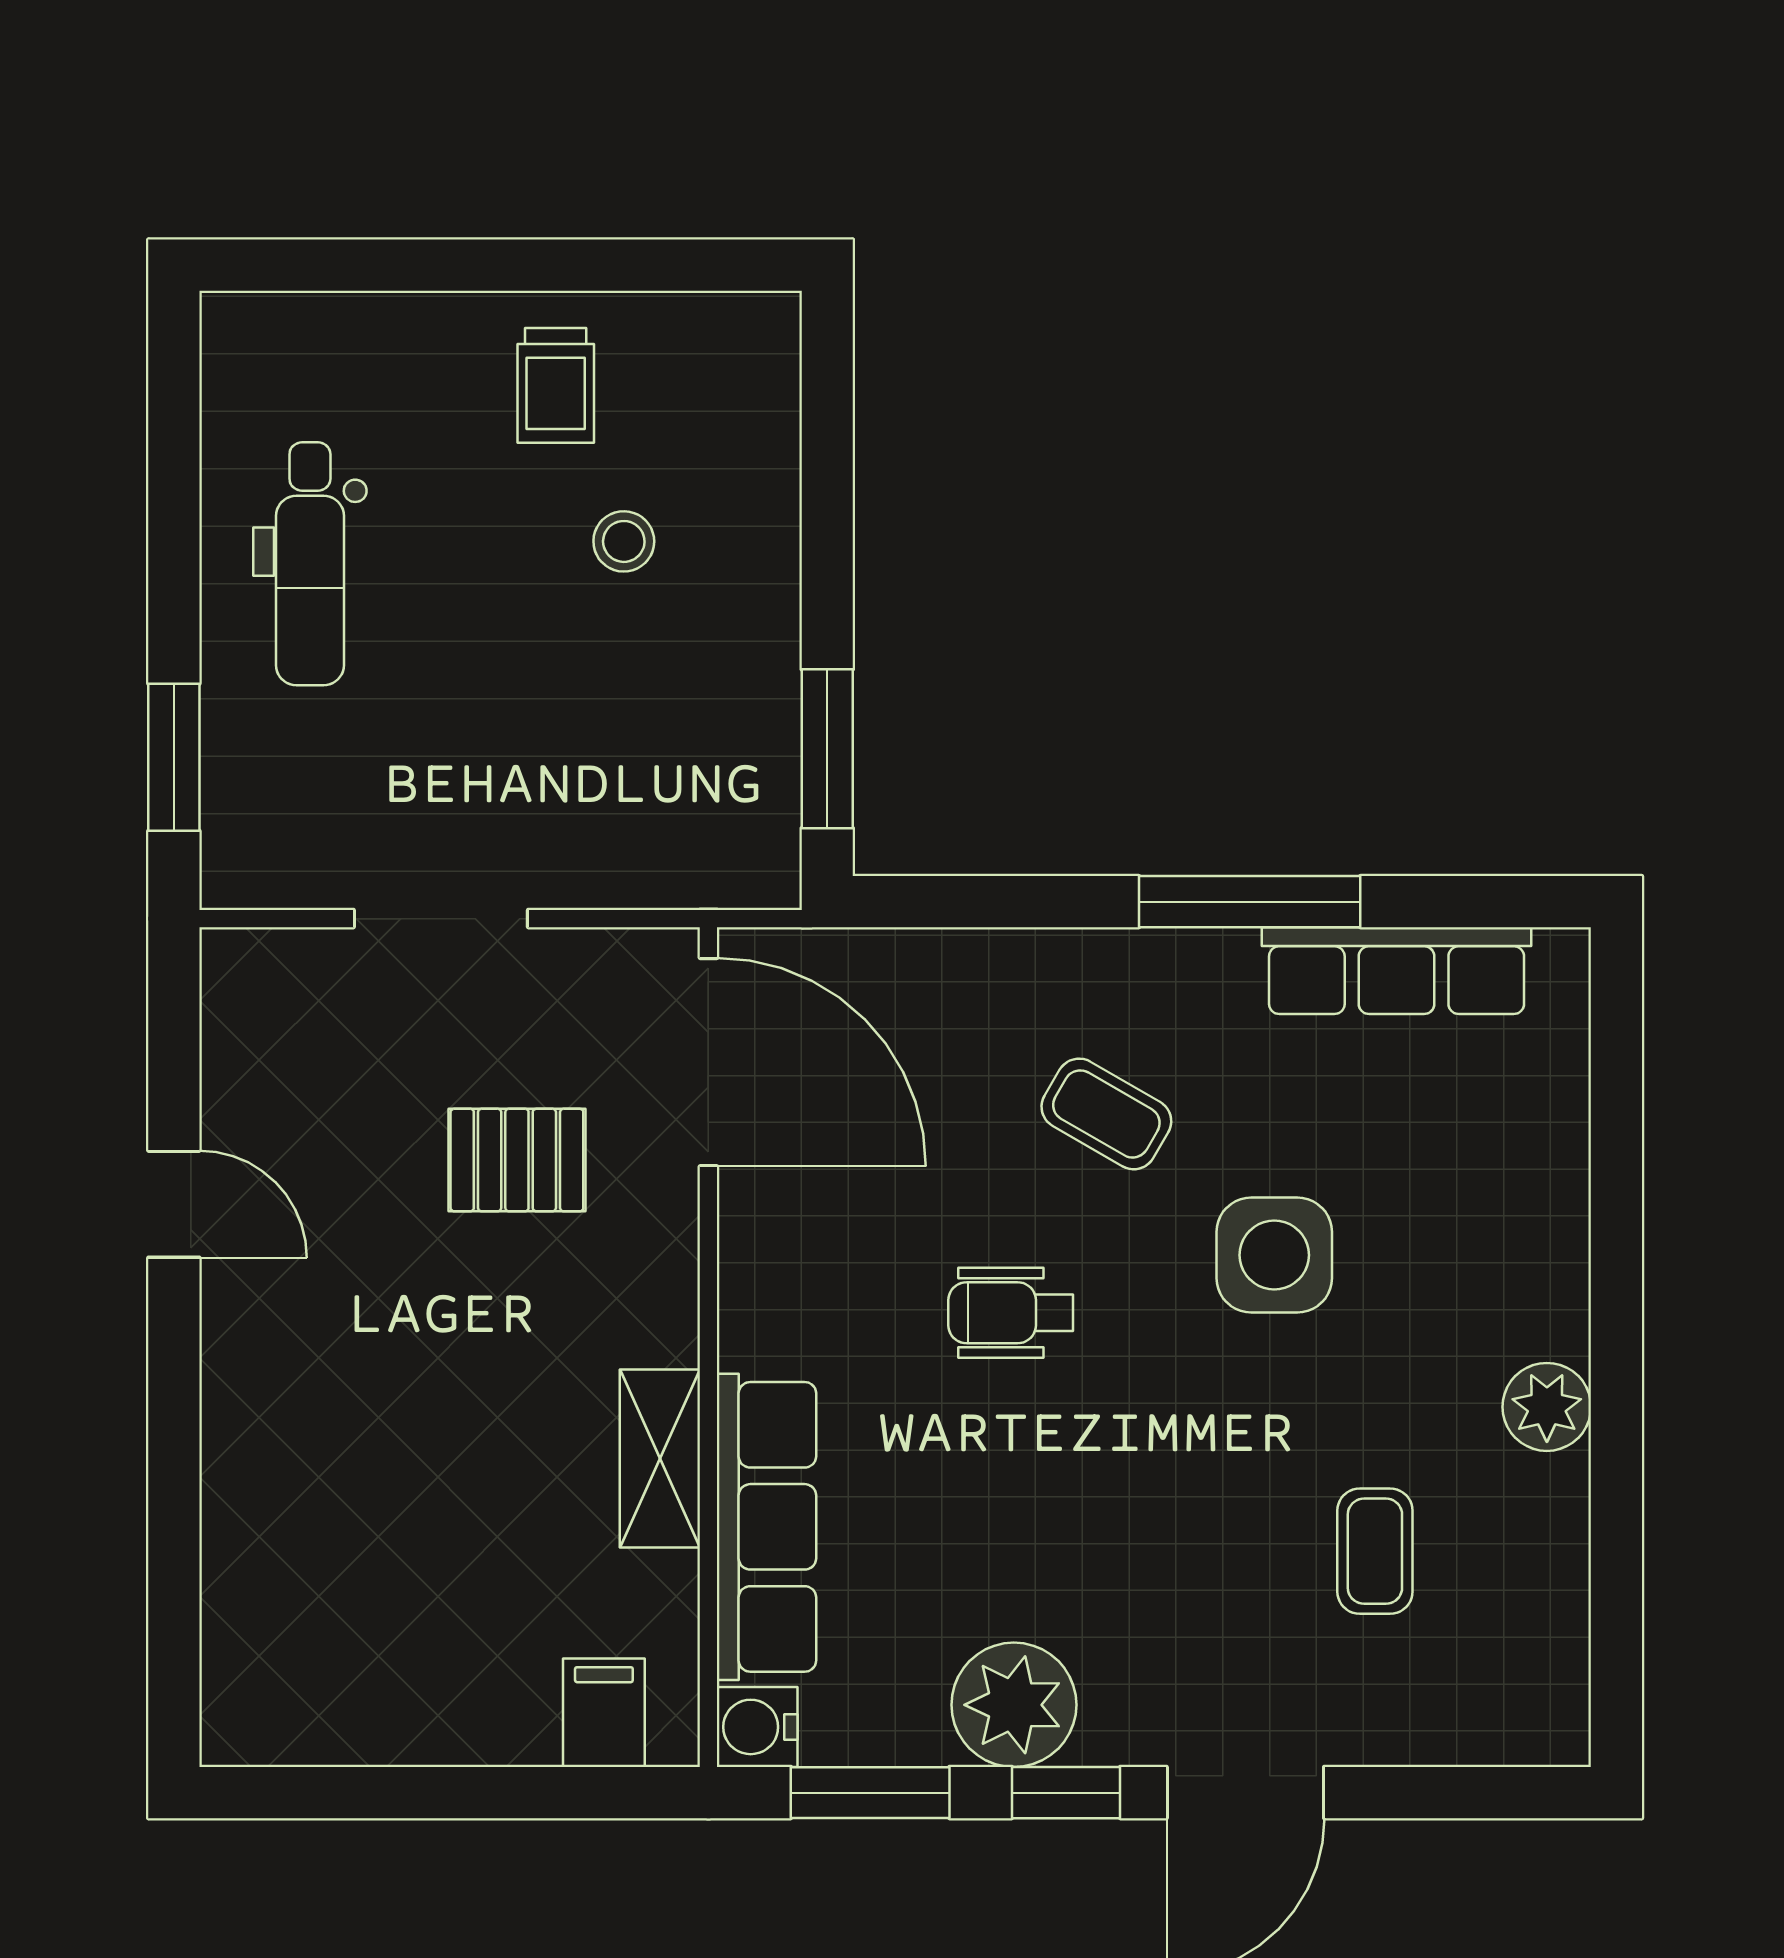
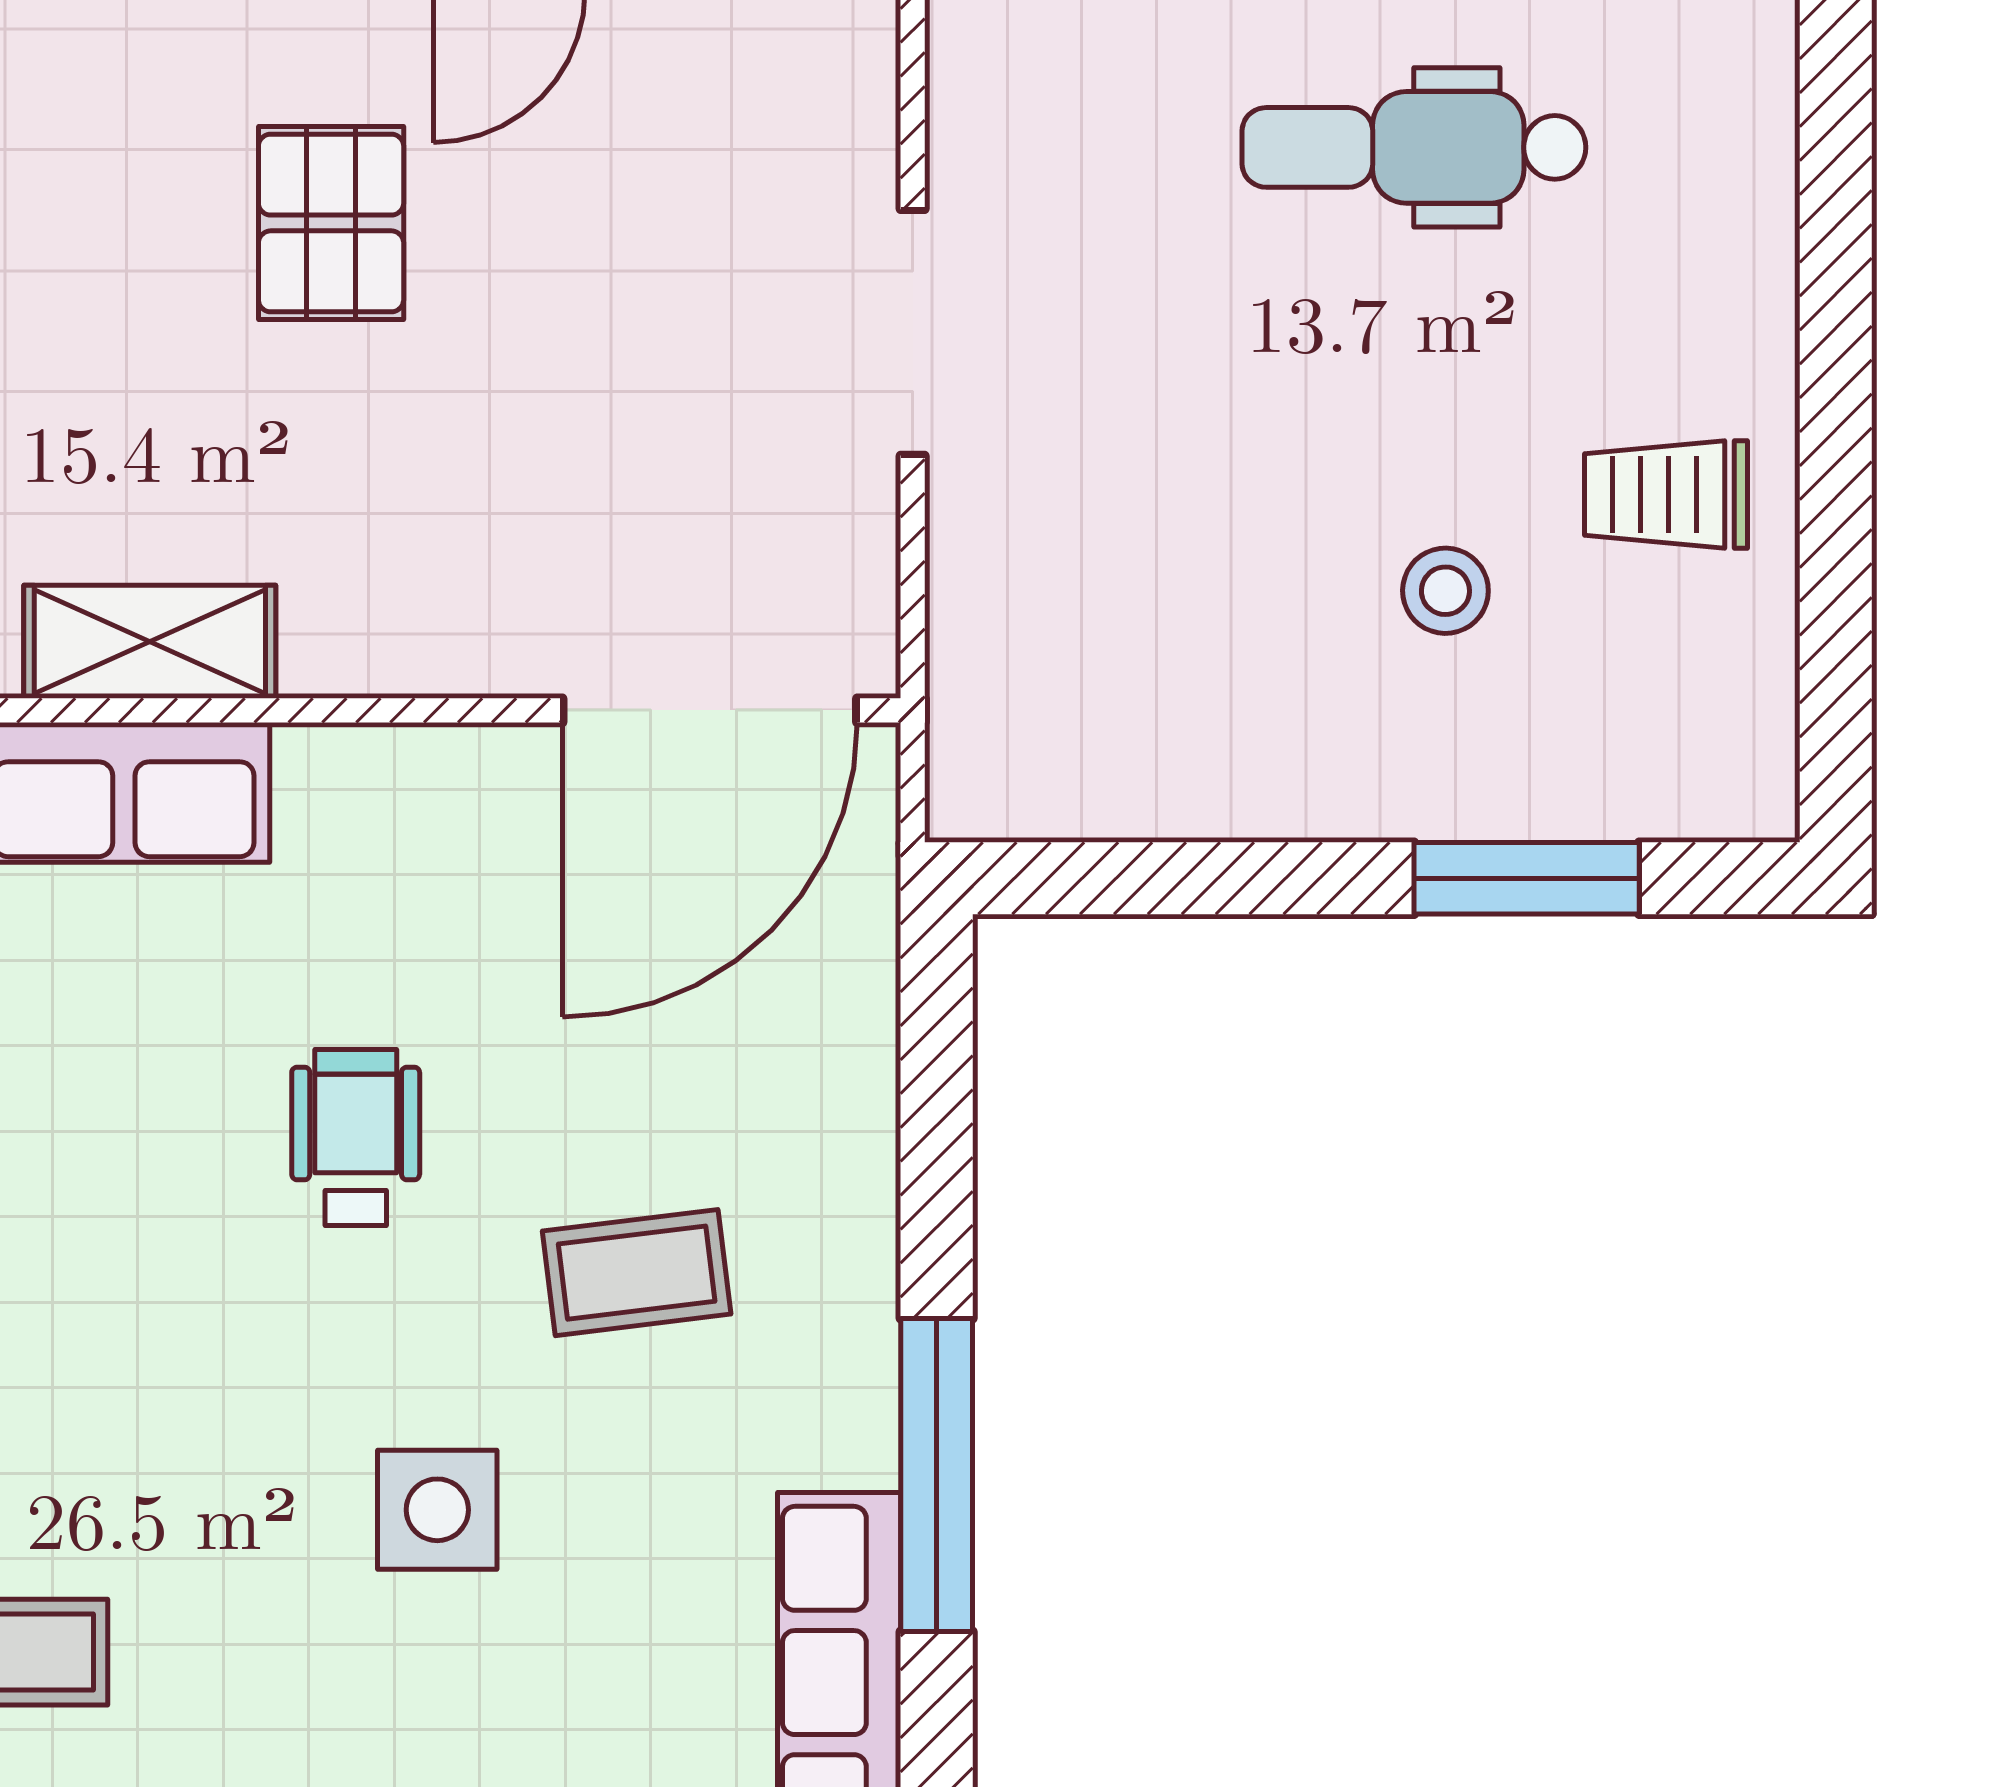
window: (827, 749) -> (1527, 878), moved
coffee table: (1106, 1114) -> (637, 1273), turned 53
pallet: (517, 1160) -> (331, 223), moved
side table: (1274, 1255) -> (437, 1510), width x0.73, depth x0.73

